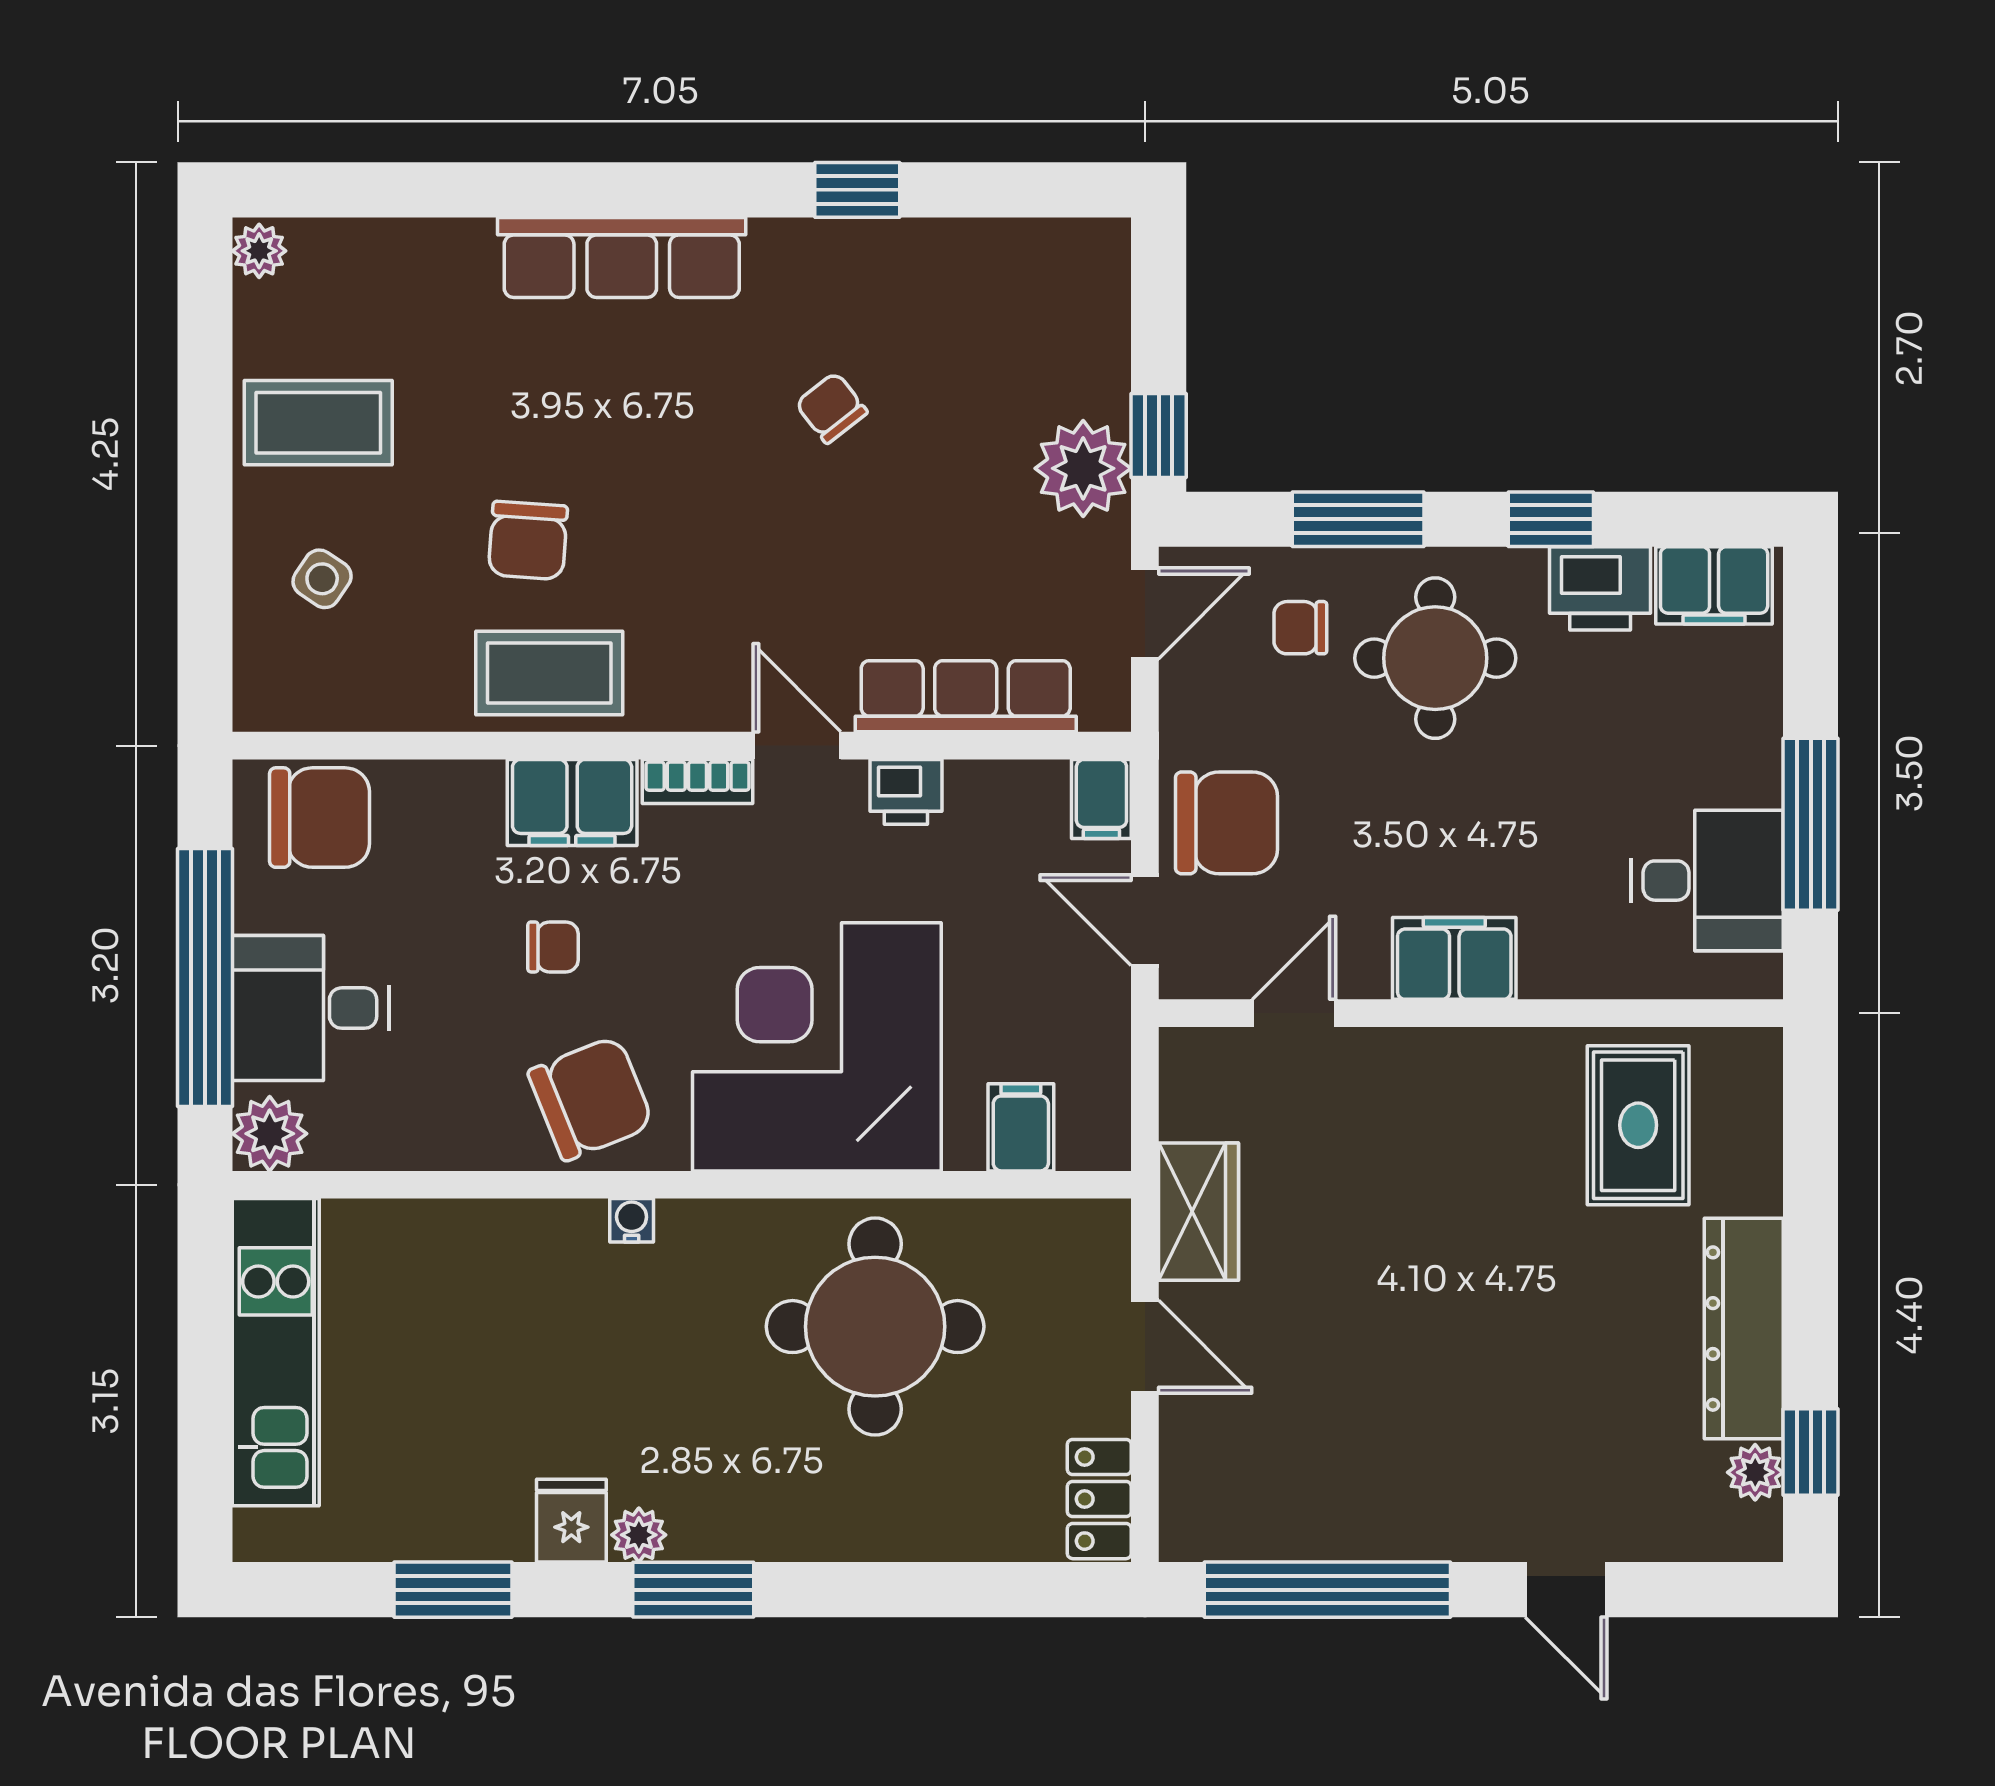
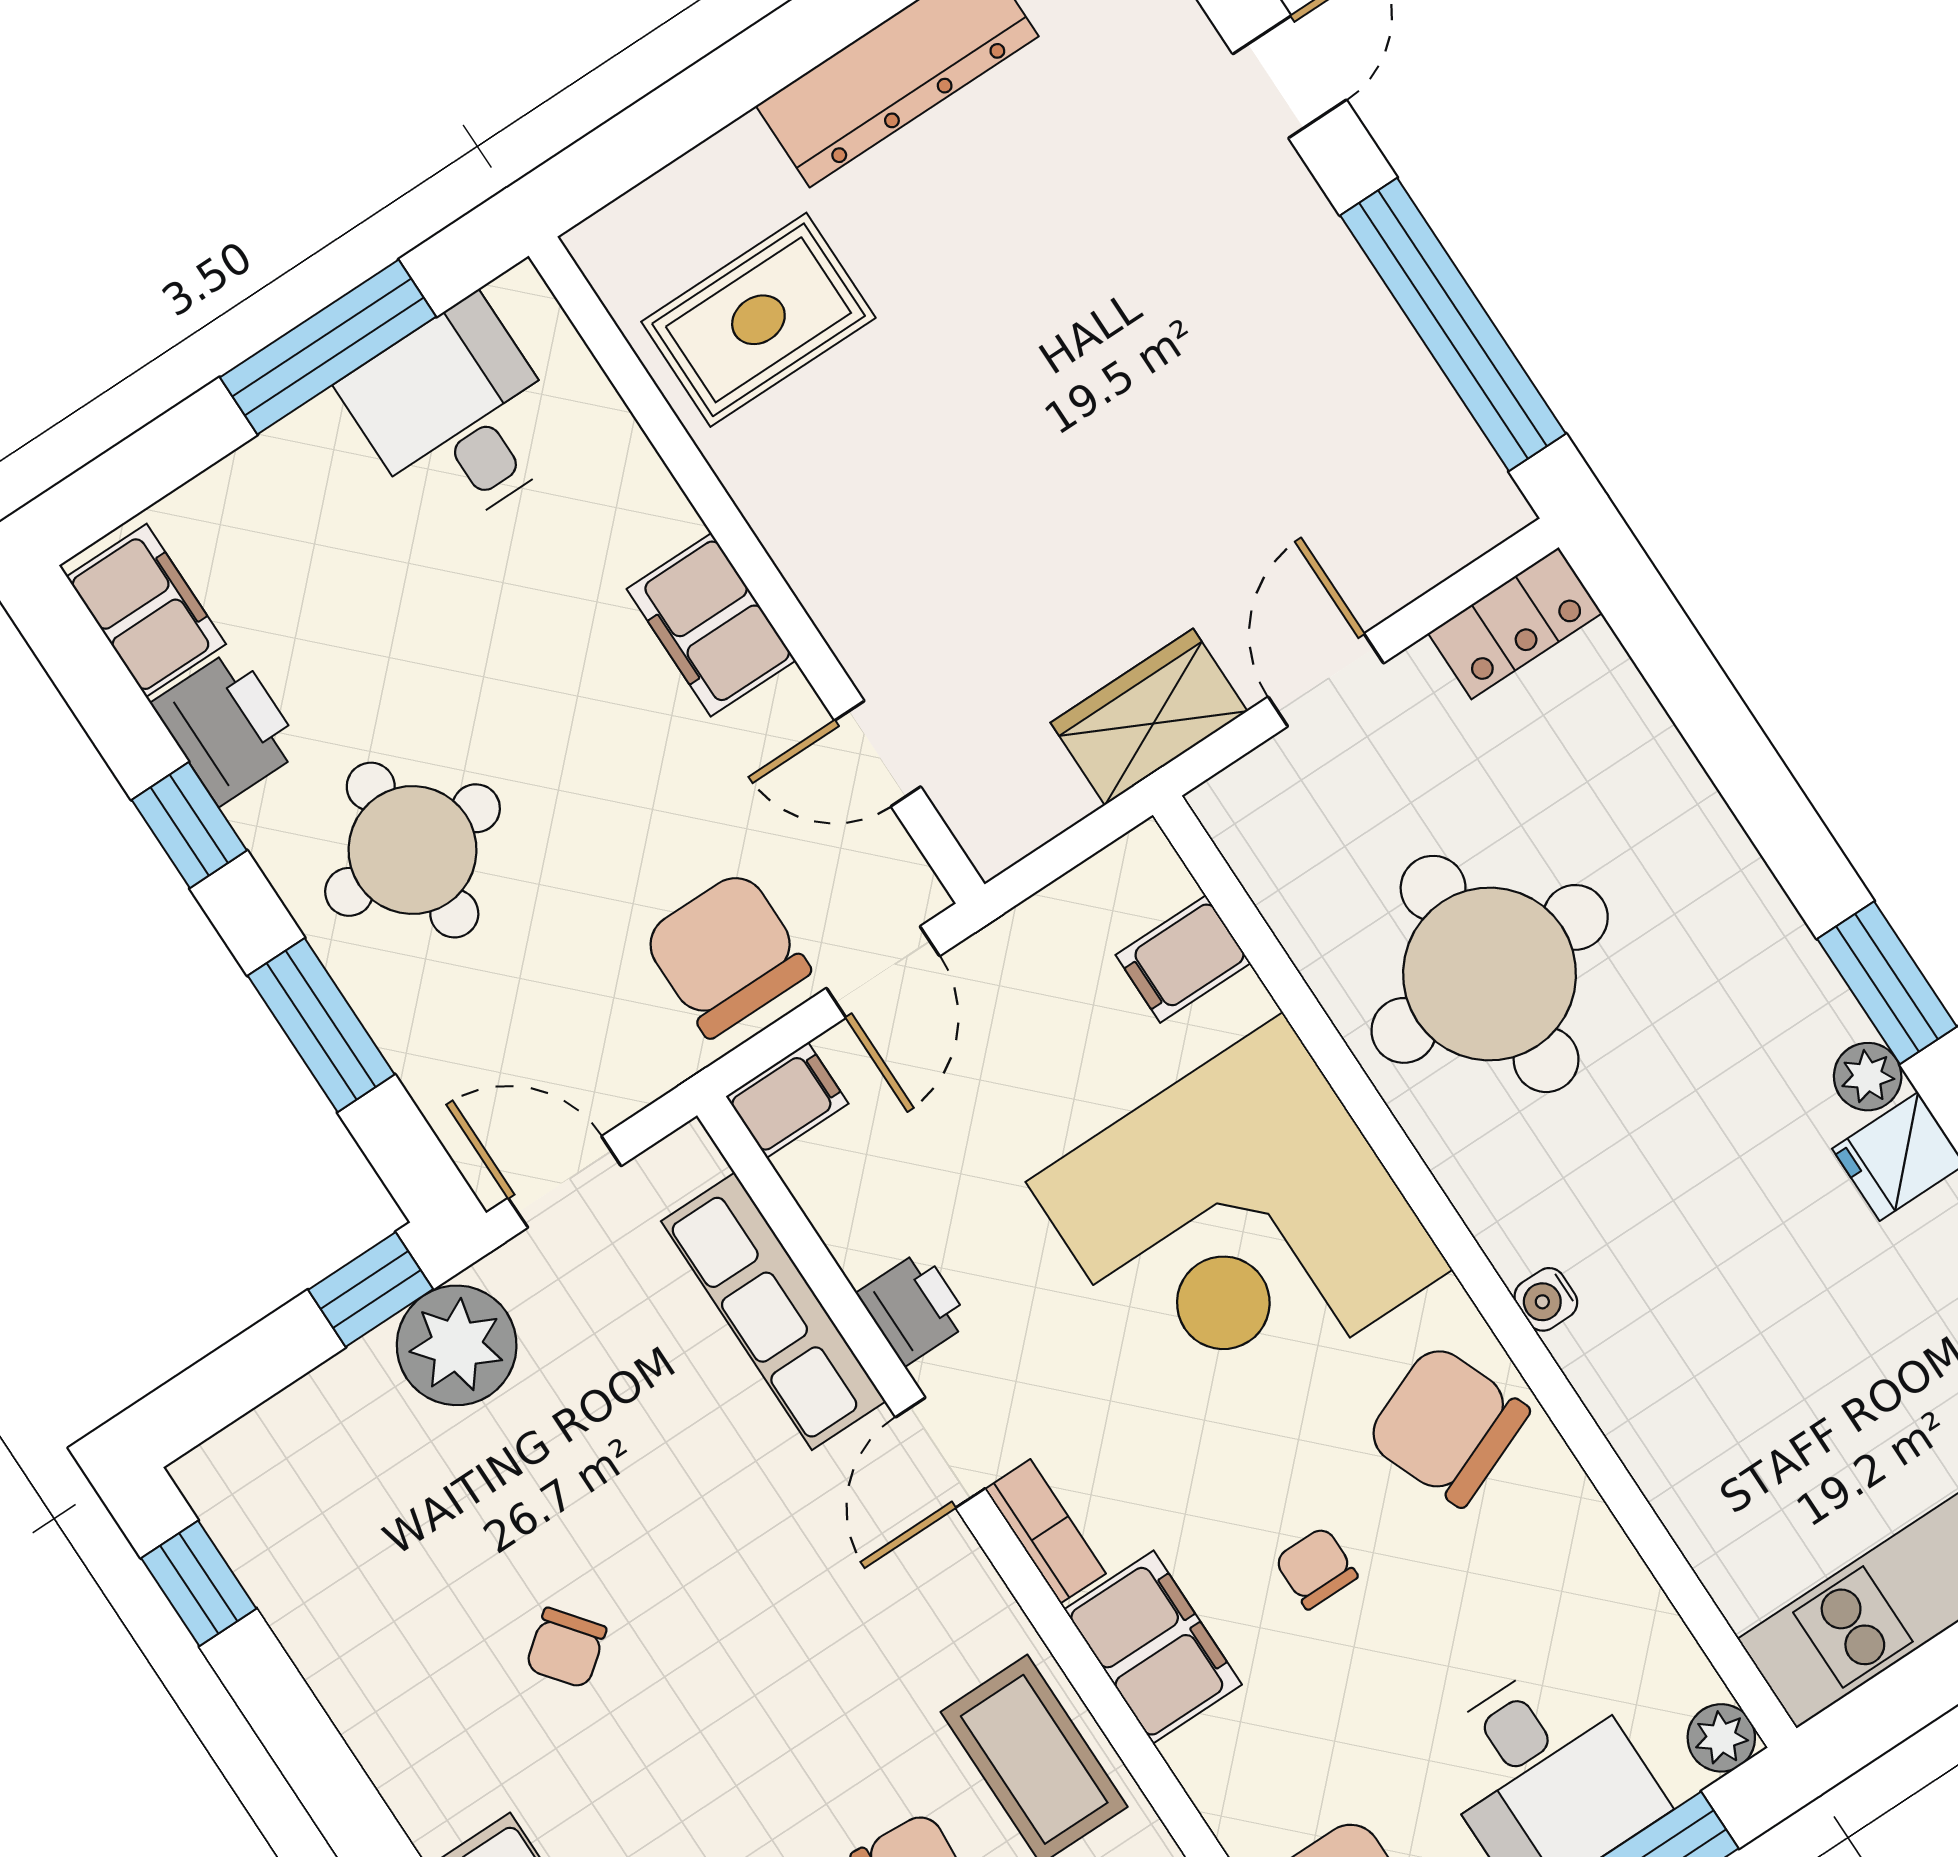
window: (857, 190) -> (199, 1583), moved
chair: (1300, 628) -> (473, 1011), removed
plant: (270, 1134) -> (1721, 1738), width x0.73, depth x0.73

